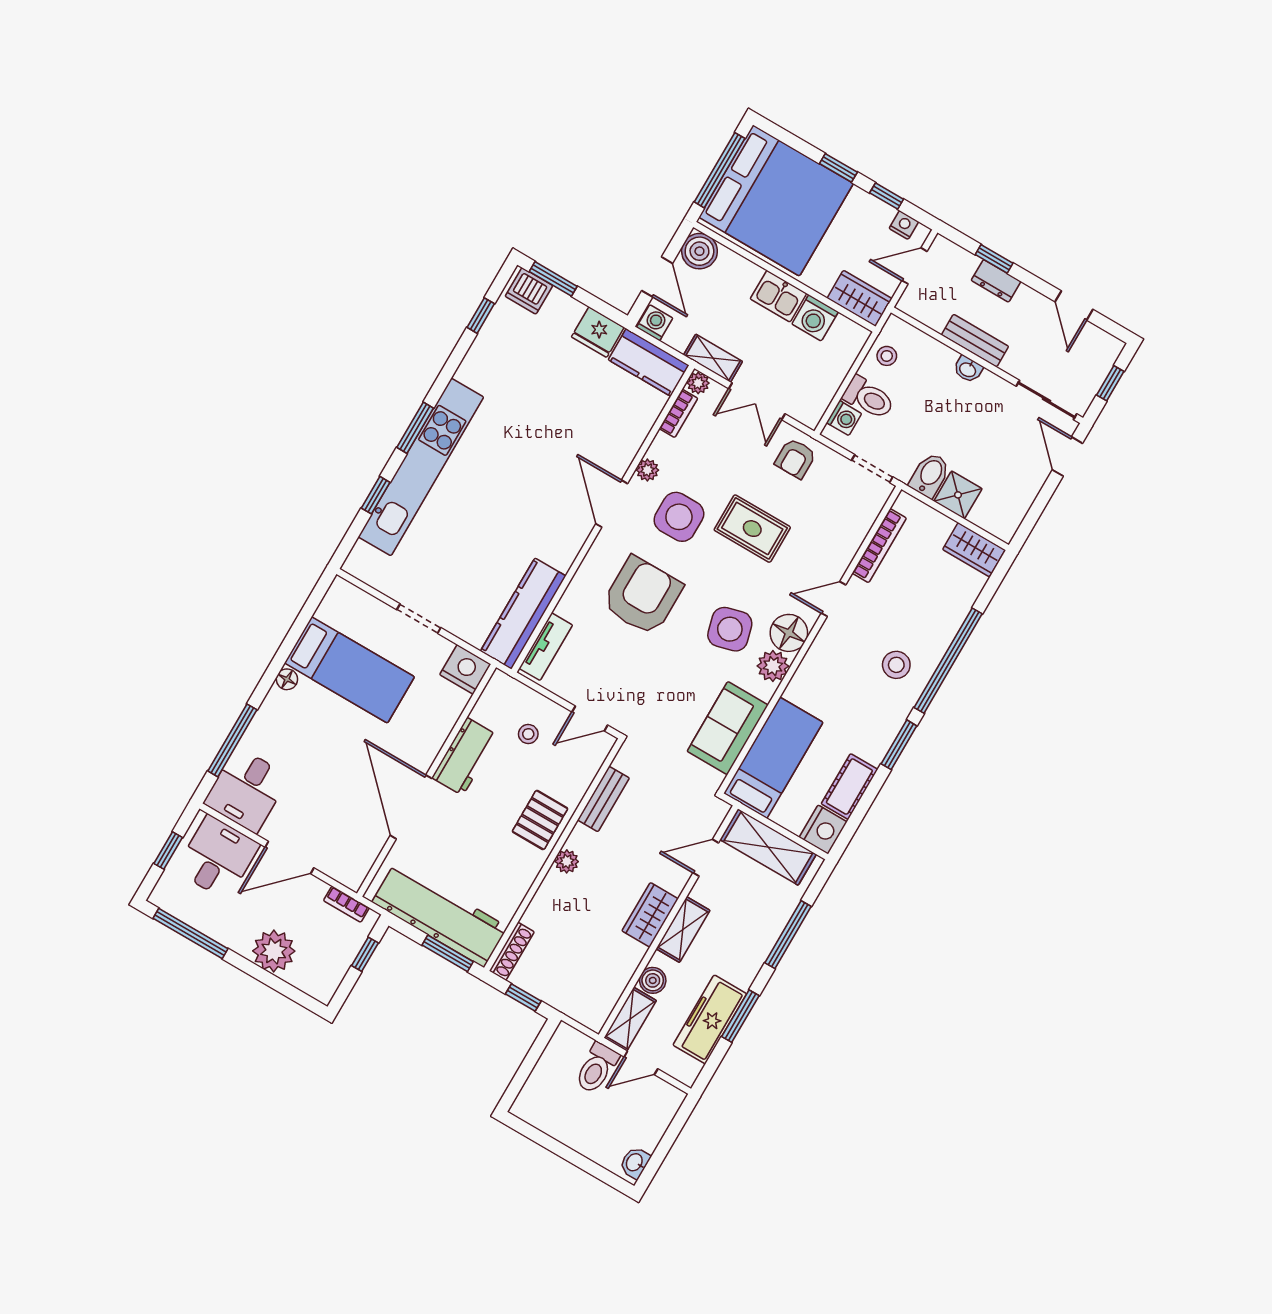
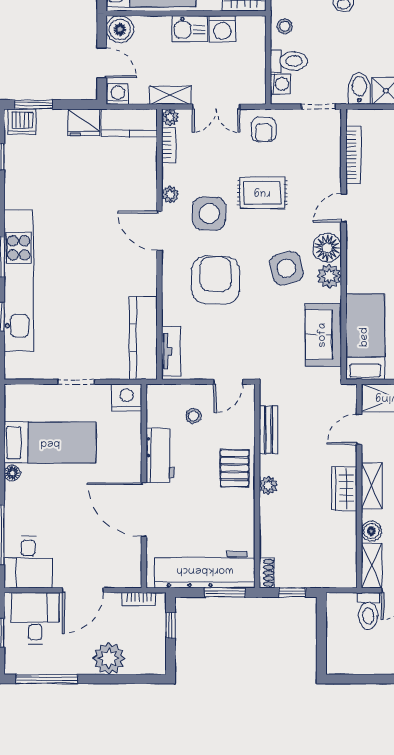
shoe rack: (512, 951) -> (267, 573), width x0.70

